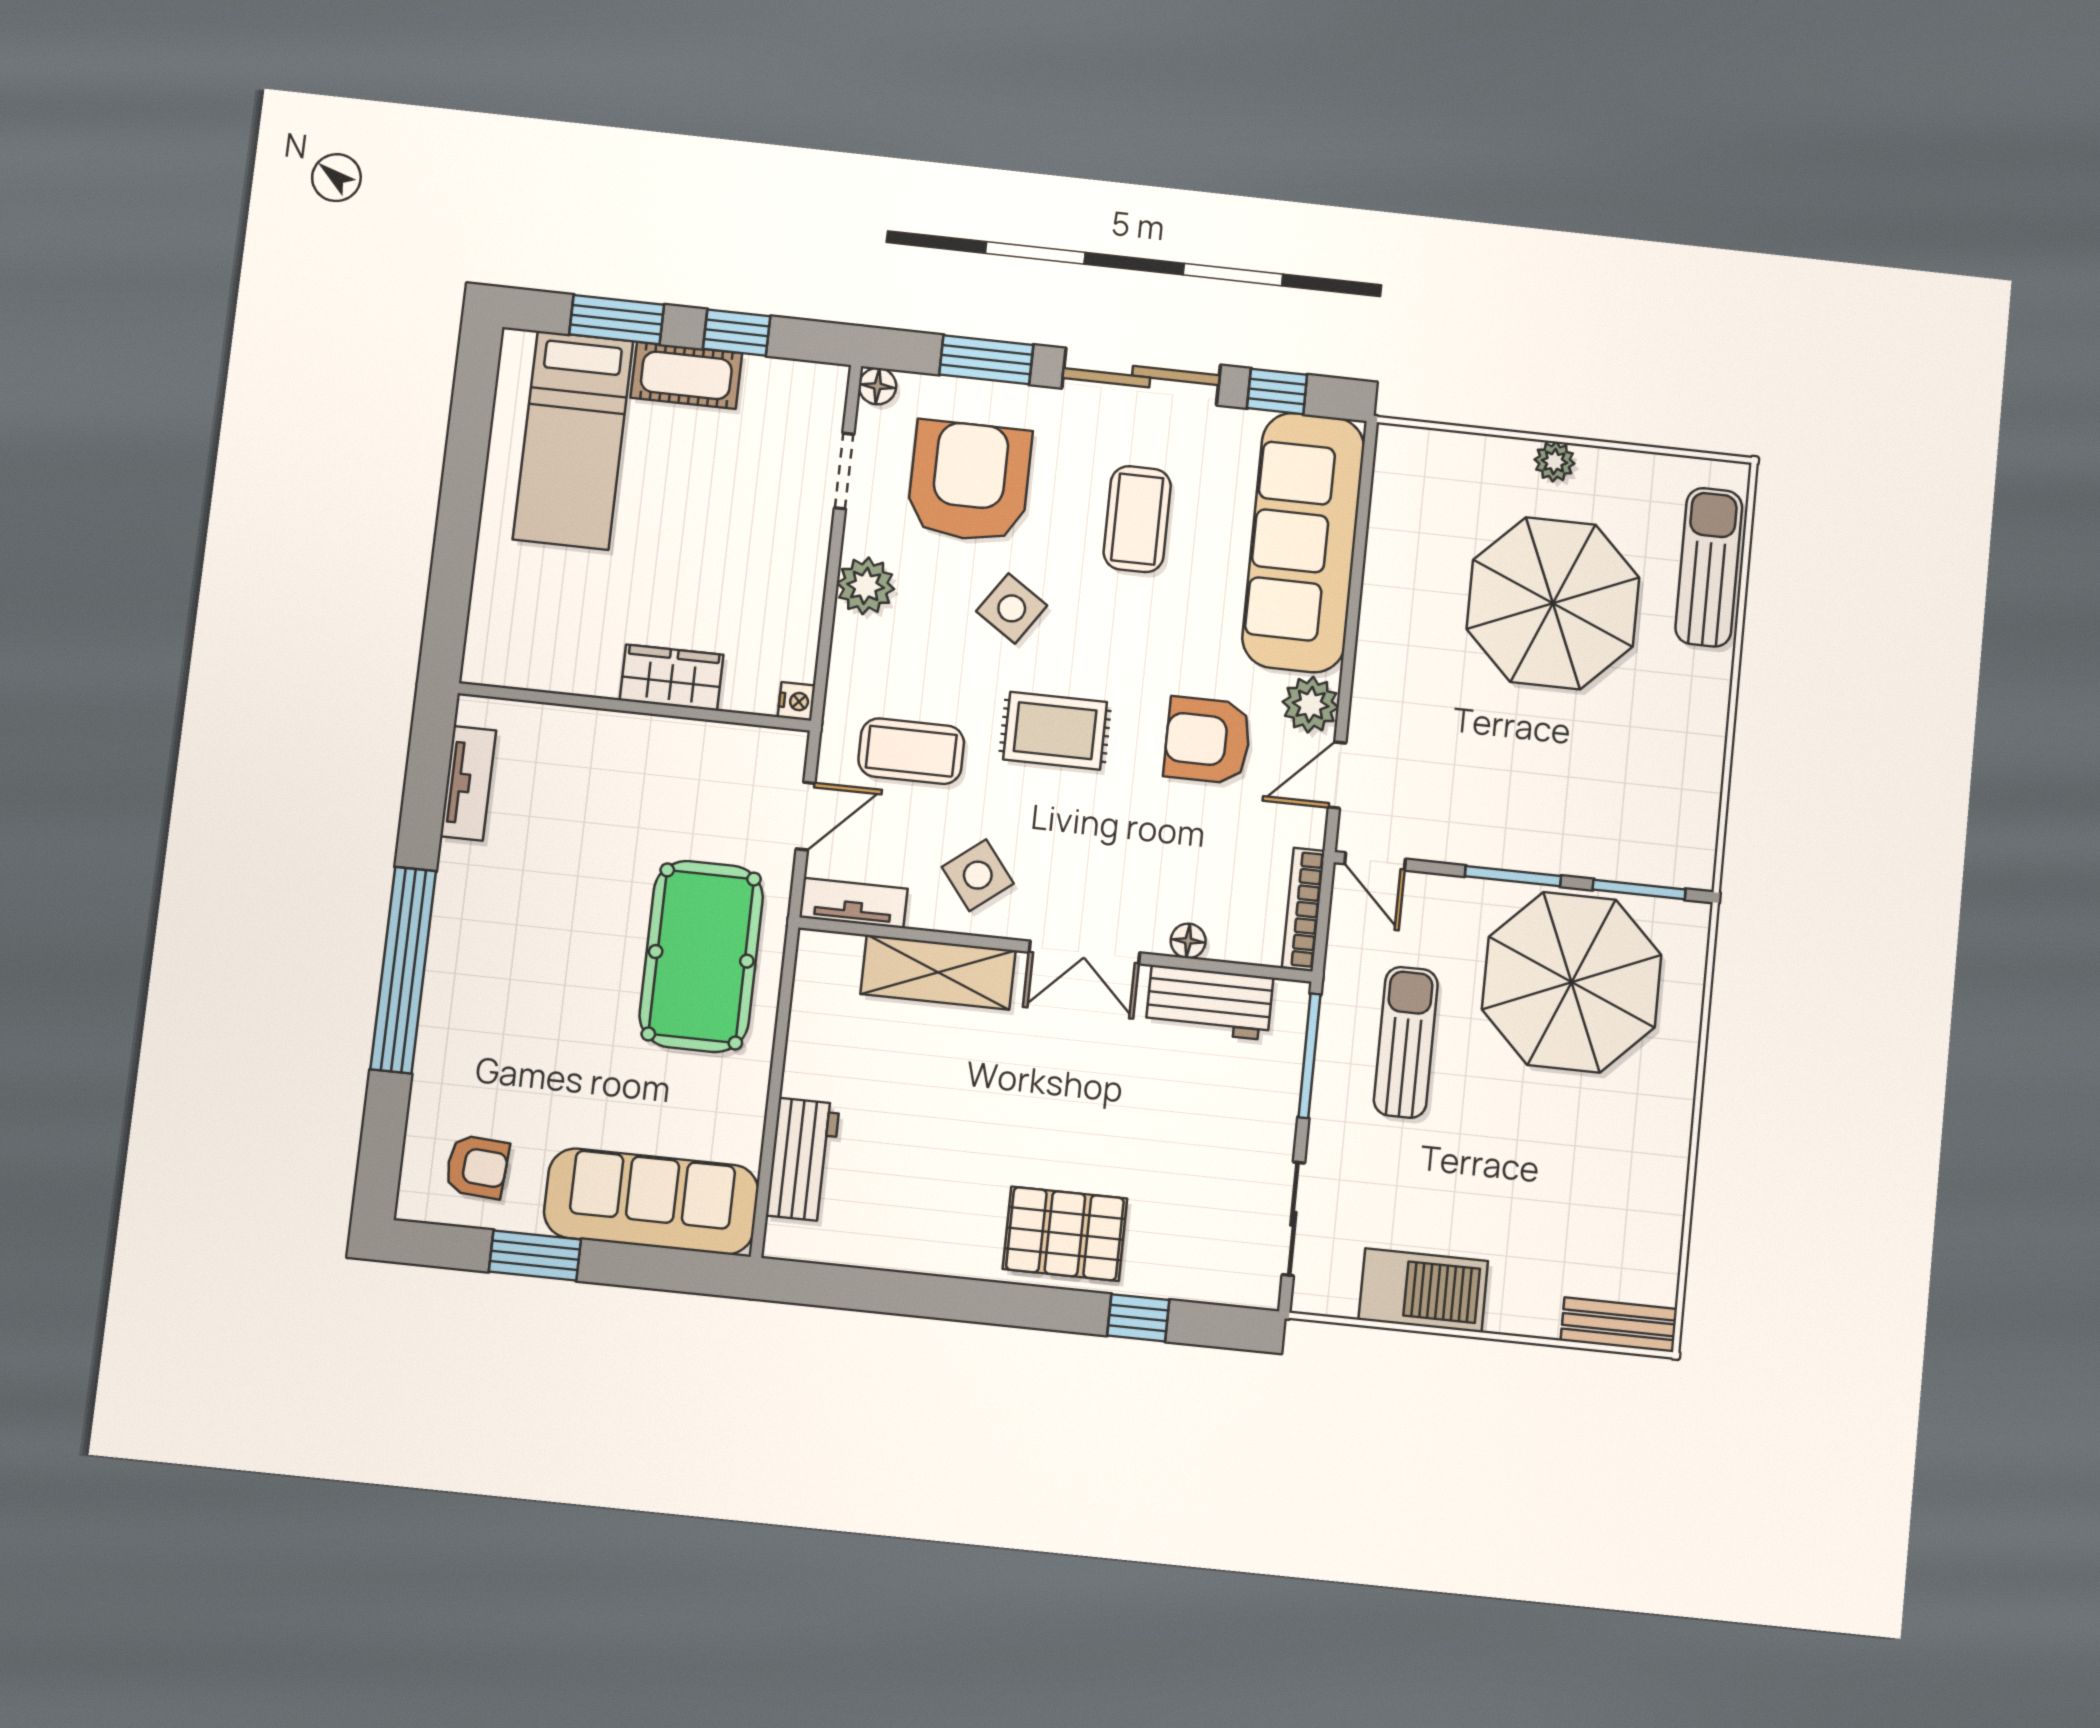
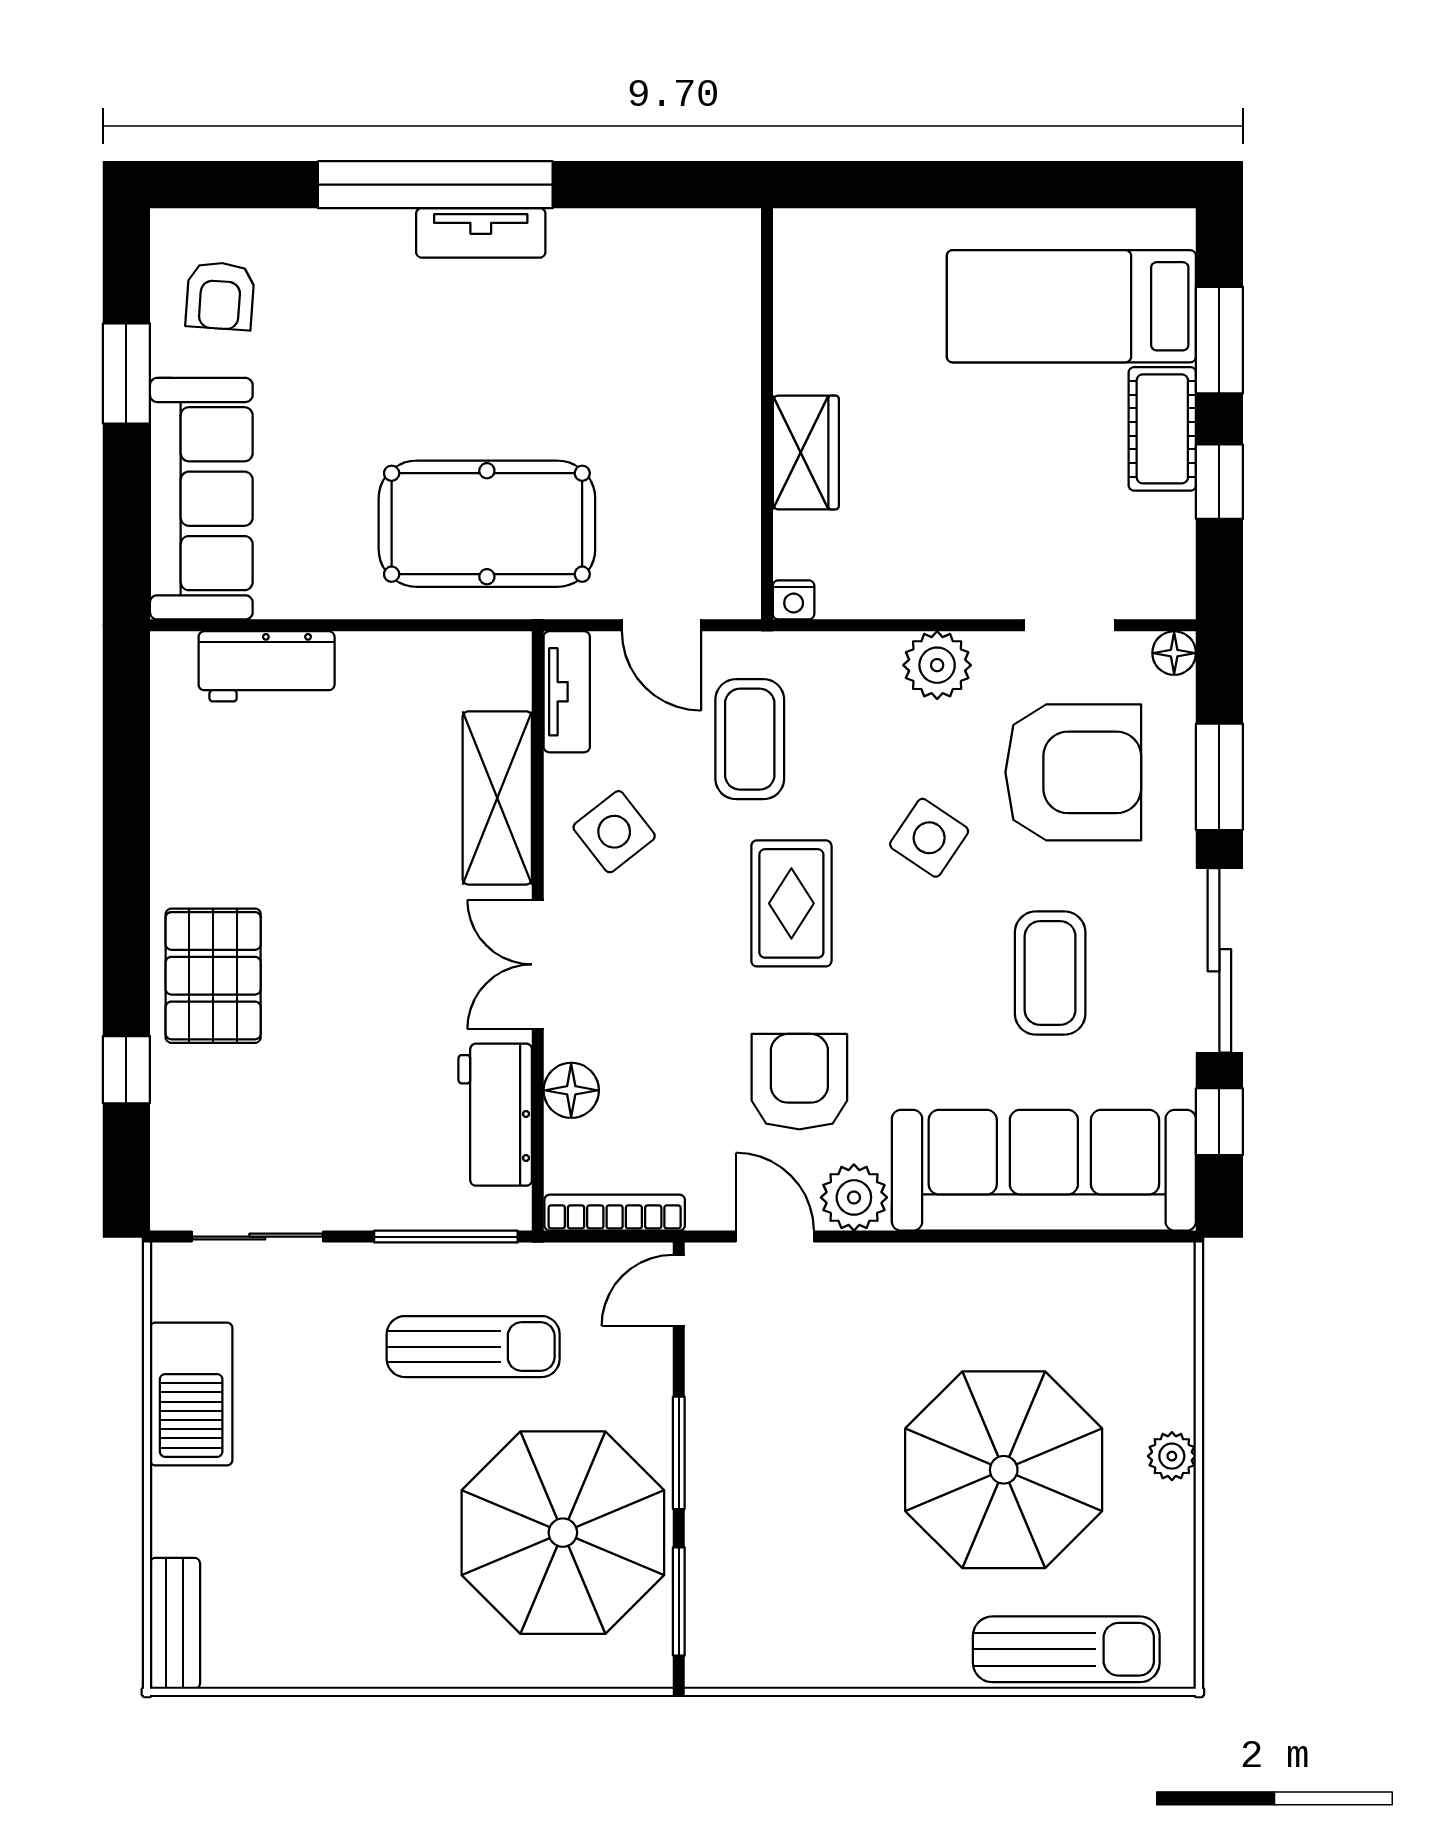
coffee table: (1137, 519) -> (1050, 973), turned 90
tv unit: (468, 783) -> (481, 233), moved
floor lamp: (1188, 941) -> (571, 1090), width x1.37, depth x1.37

